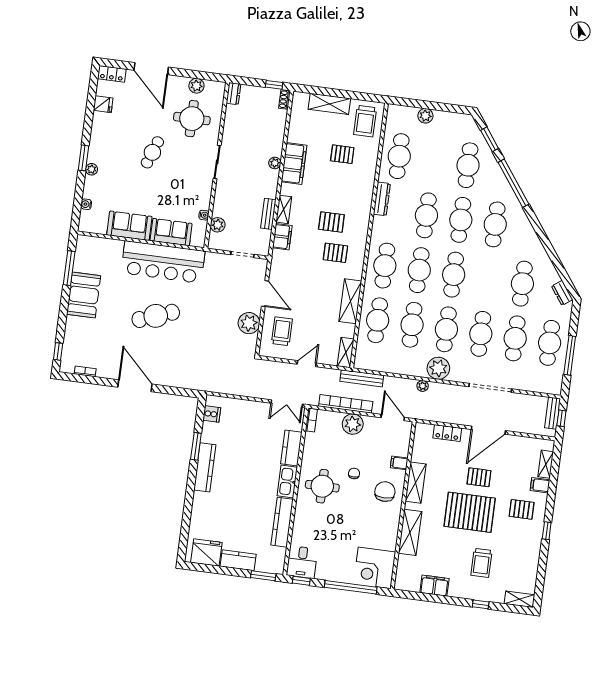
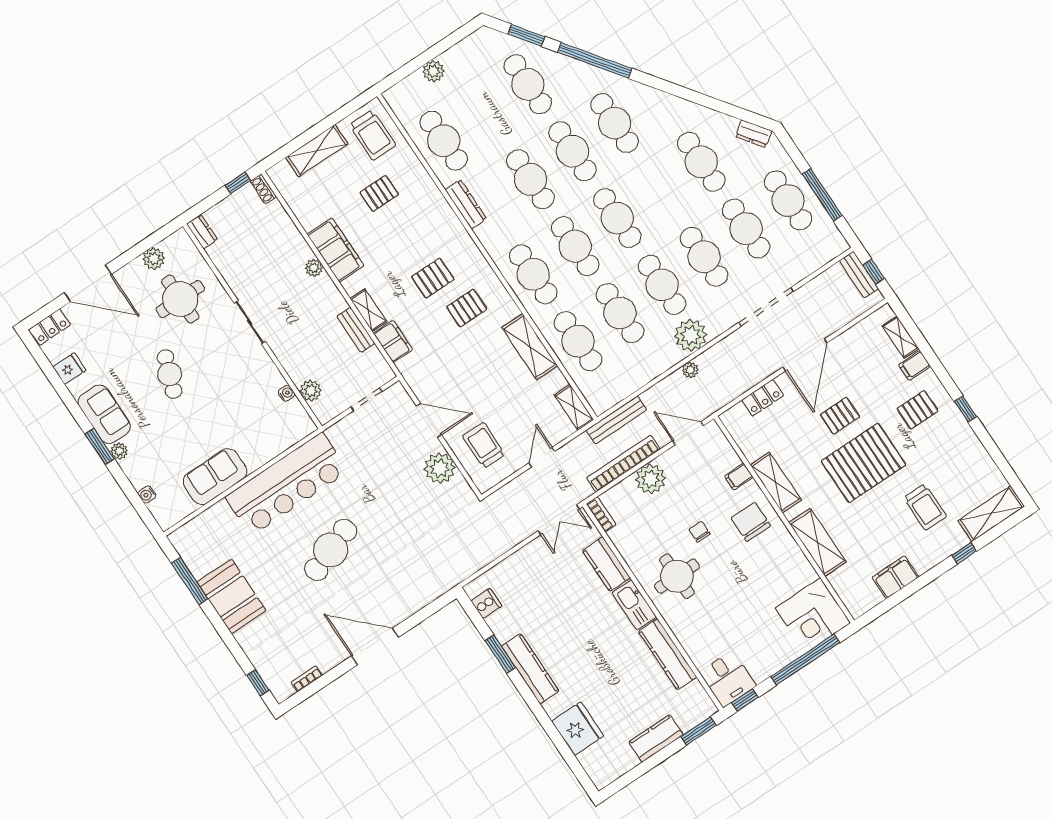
sofa: (171, 232) -> (104, 414), moved, turned 90
fridge: (206, 552) -> (578, 729), moved, turned 90
shelving: (519, 599) -> (991, 514), width x1.50, depth x1.33

